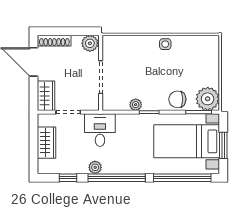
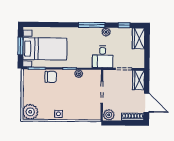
plant: (208, 99) -> (30, 112), moved
wardrobe: (46, 143) -> (138, 38), moved
window: (117, 178) -> (92, 25), width x0.68
window: (182, 178) -> (48, 25), removed

